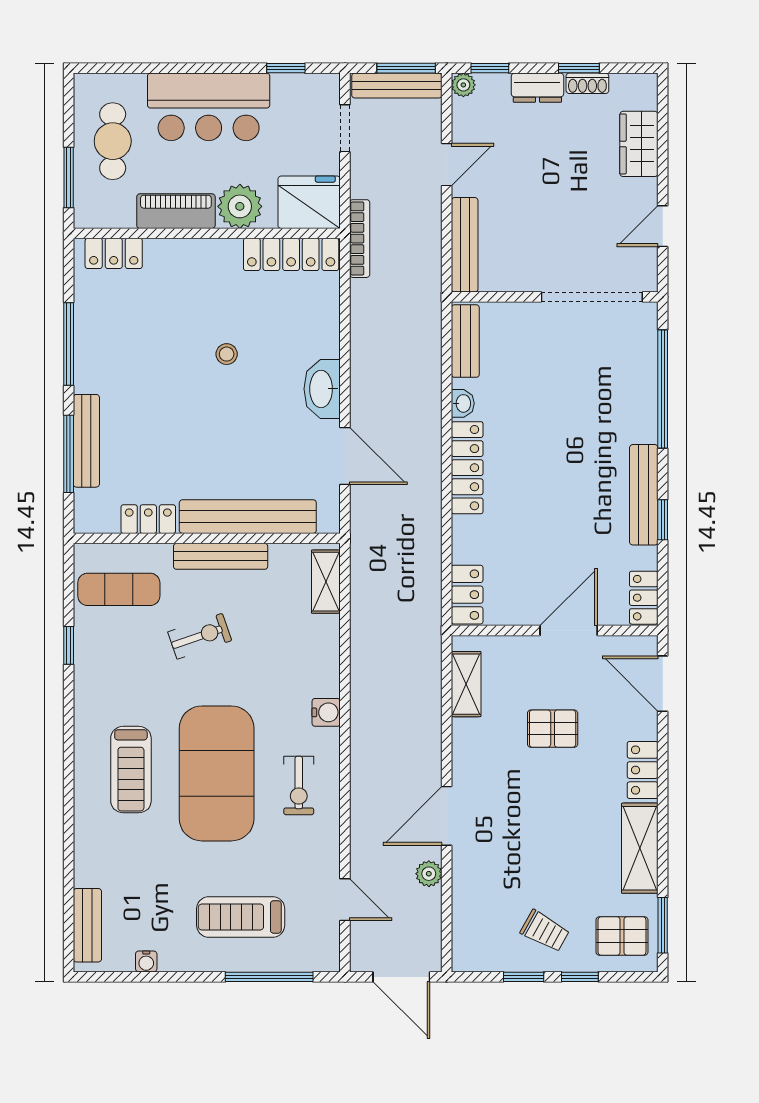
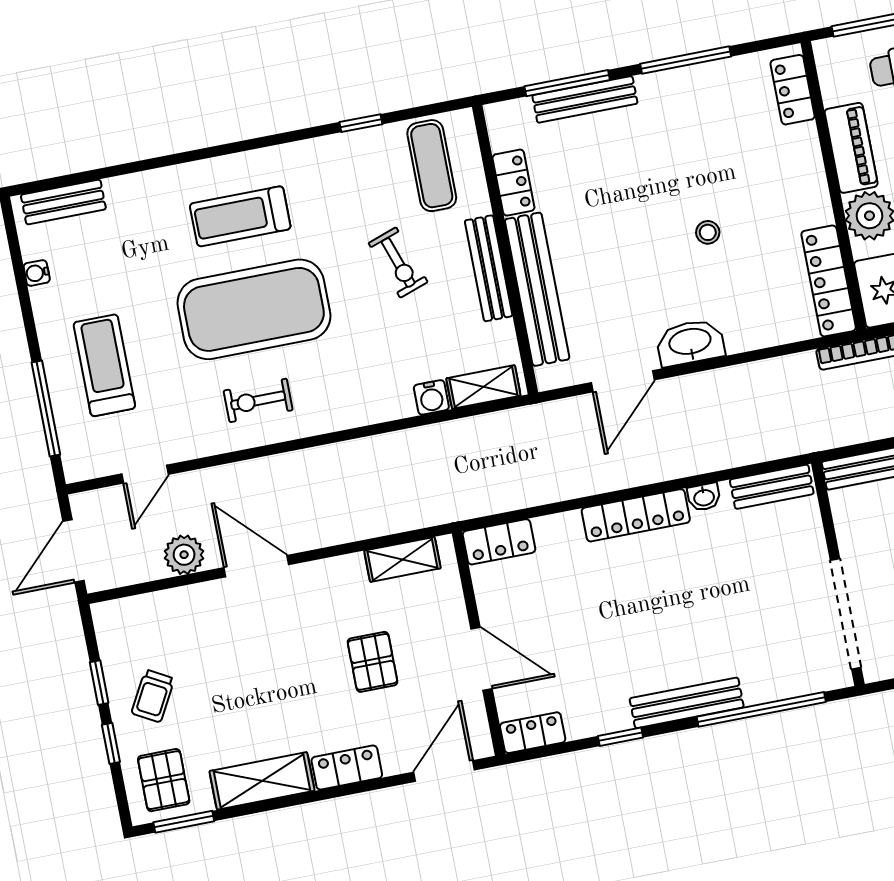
bench: (644, 495) -> (687, 703), moved
water cooler: (326, 712) -> (431, 397), moved
plant: (429, 874) -> (184, 555), width x1.38, depth x1.38

